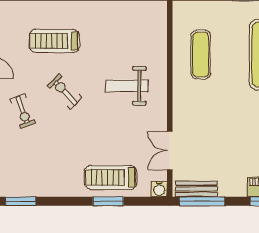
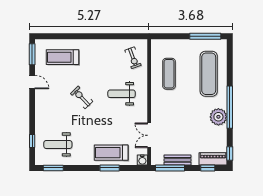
treadmill: (54, 41) -> (63, 57), moved
exercise bike: (23, 111) -> (133, 58), moved
weight bench: (28, 165) -> (58, 144), added
bench: (196, 189) -> (178, 160), moved

